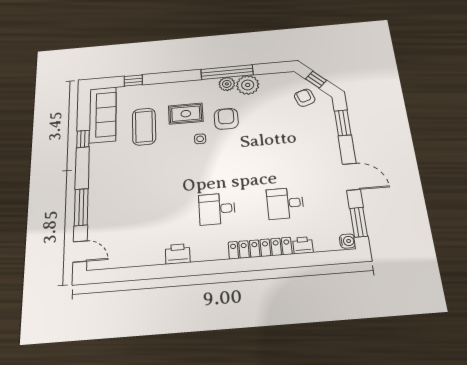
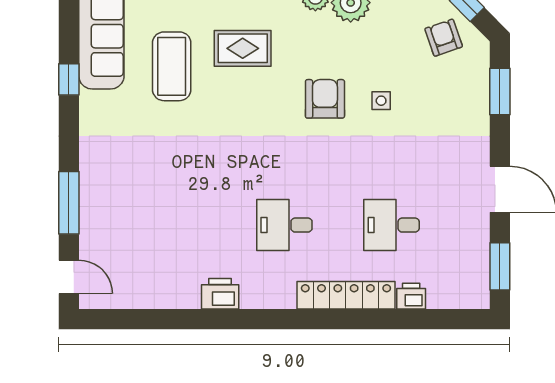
armchair: (226, 119) -> (325, 99), moved
side table: (200, 139) -> (381, 101), moved
water cooler: (347, 241) -> (479, 295), removed

